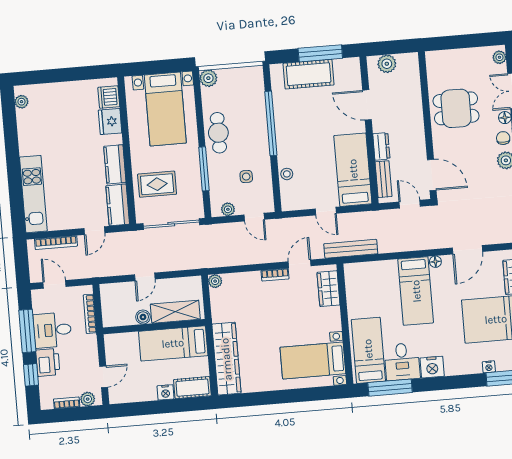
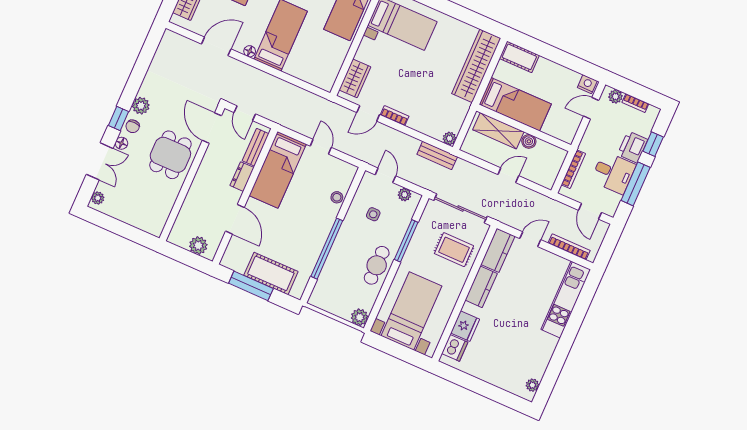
dining table: (456, 108) -> (170, 155), moved, turned 90
bench: (351, 249) -> (437, 155), moved, width x0.73
nightstand: (165, 392) -> (587, 84), moved

